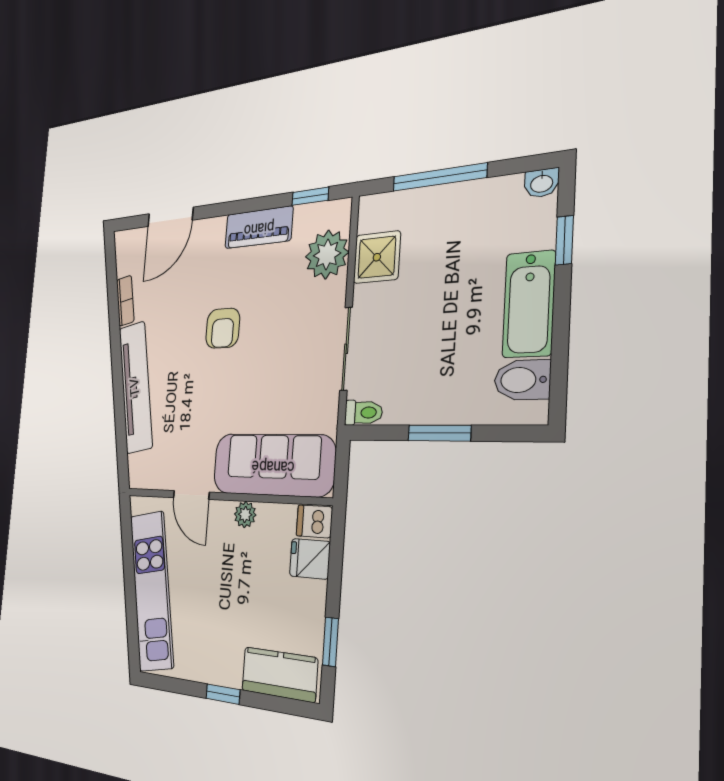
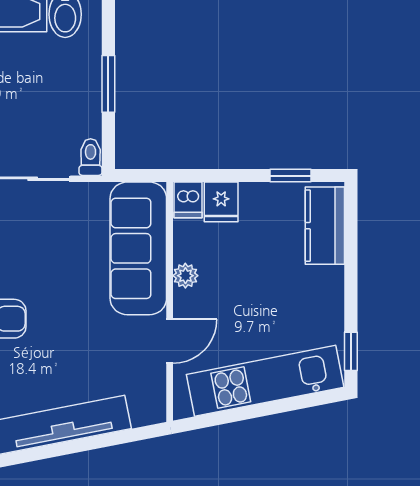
window: (223, 694) -> (351, 351), moved

